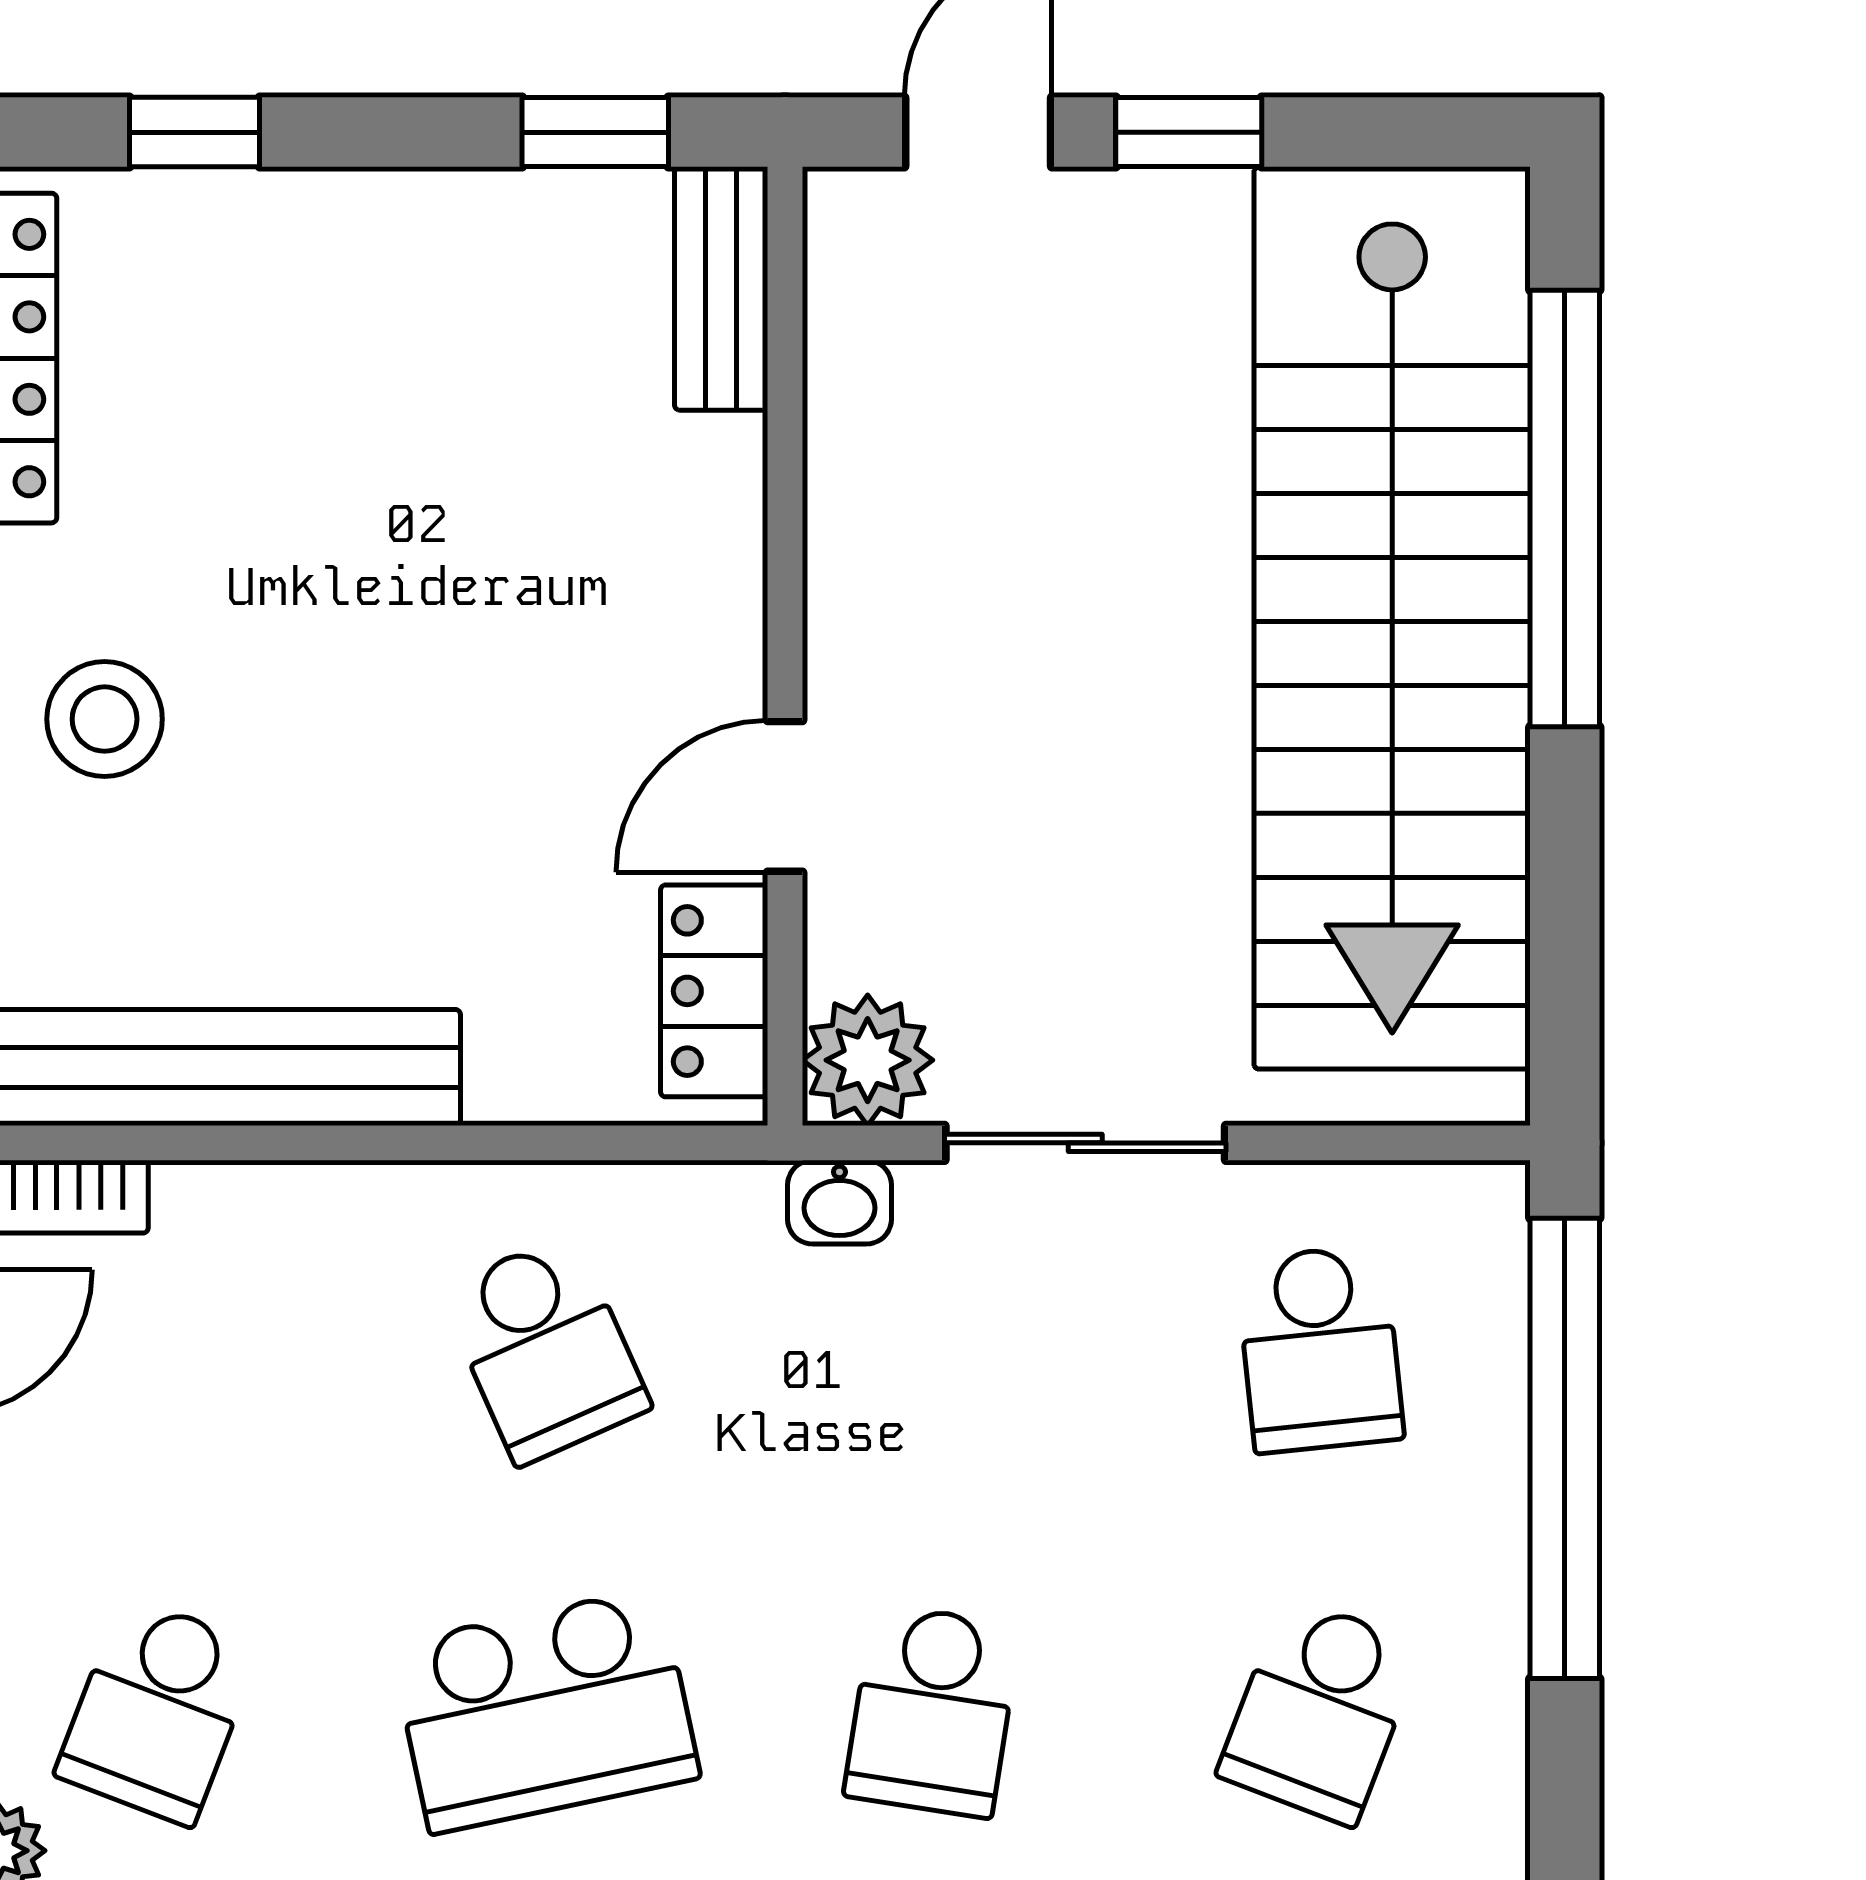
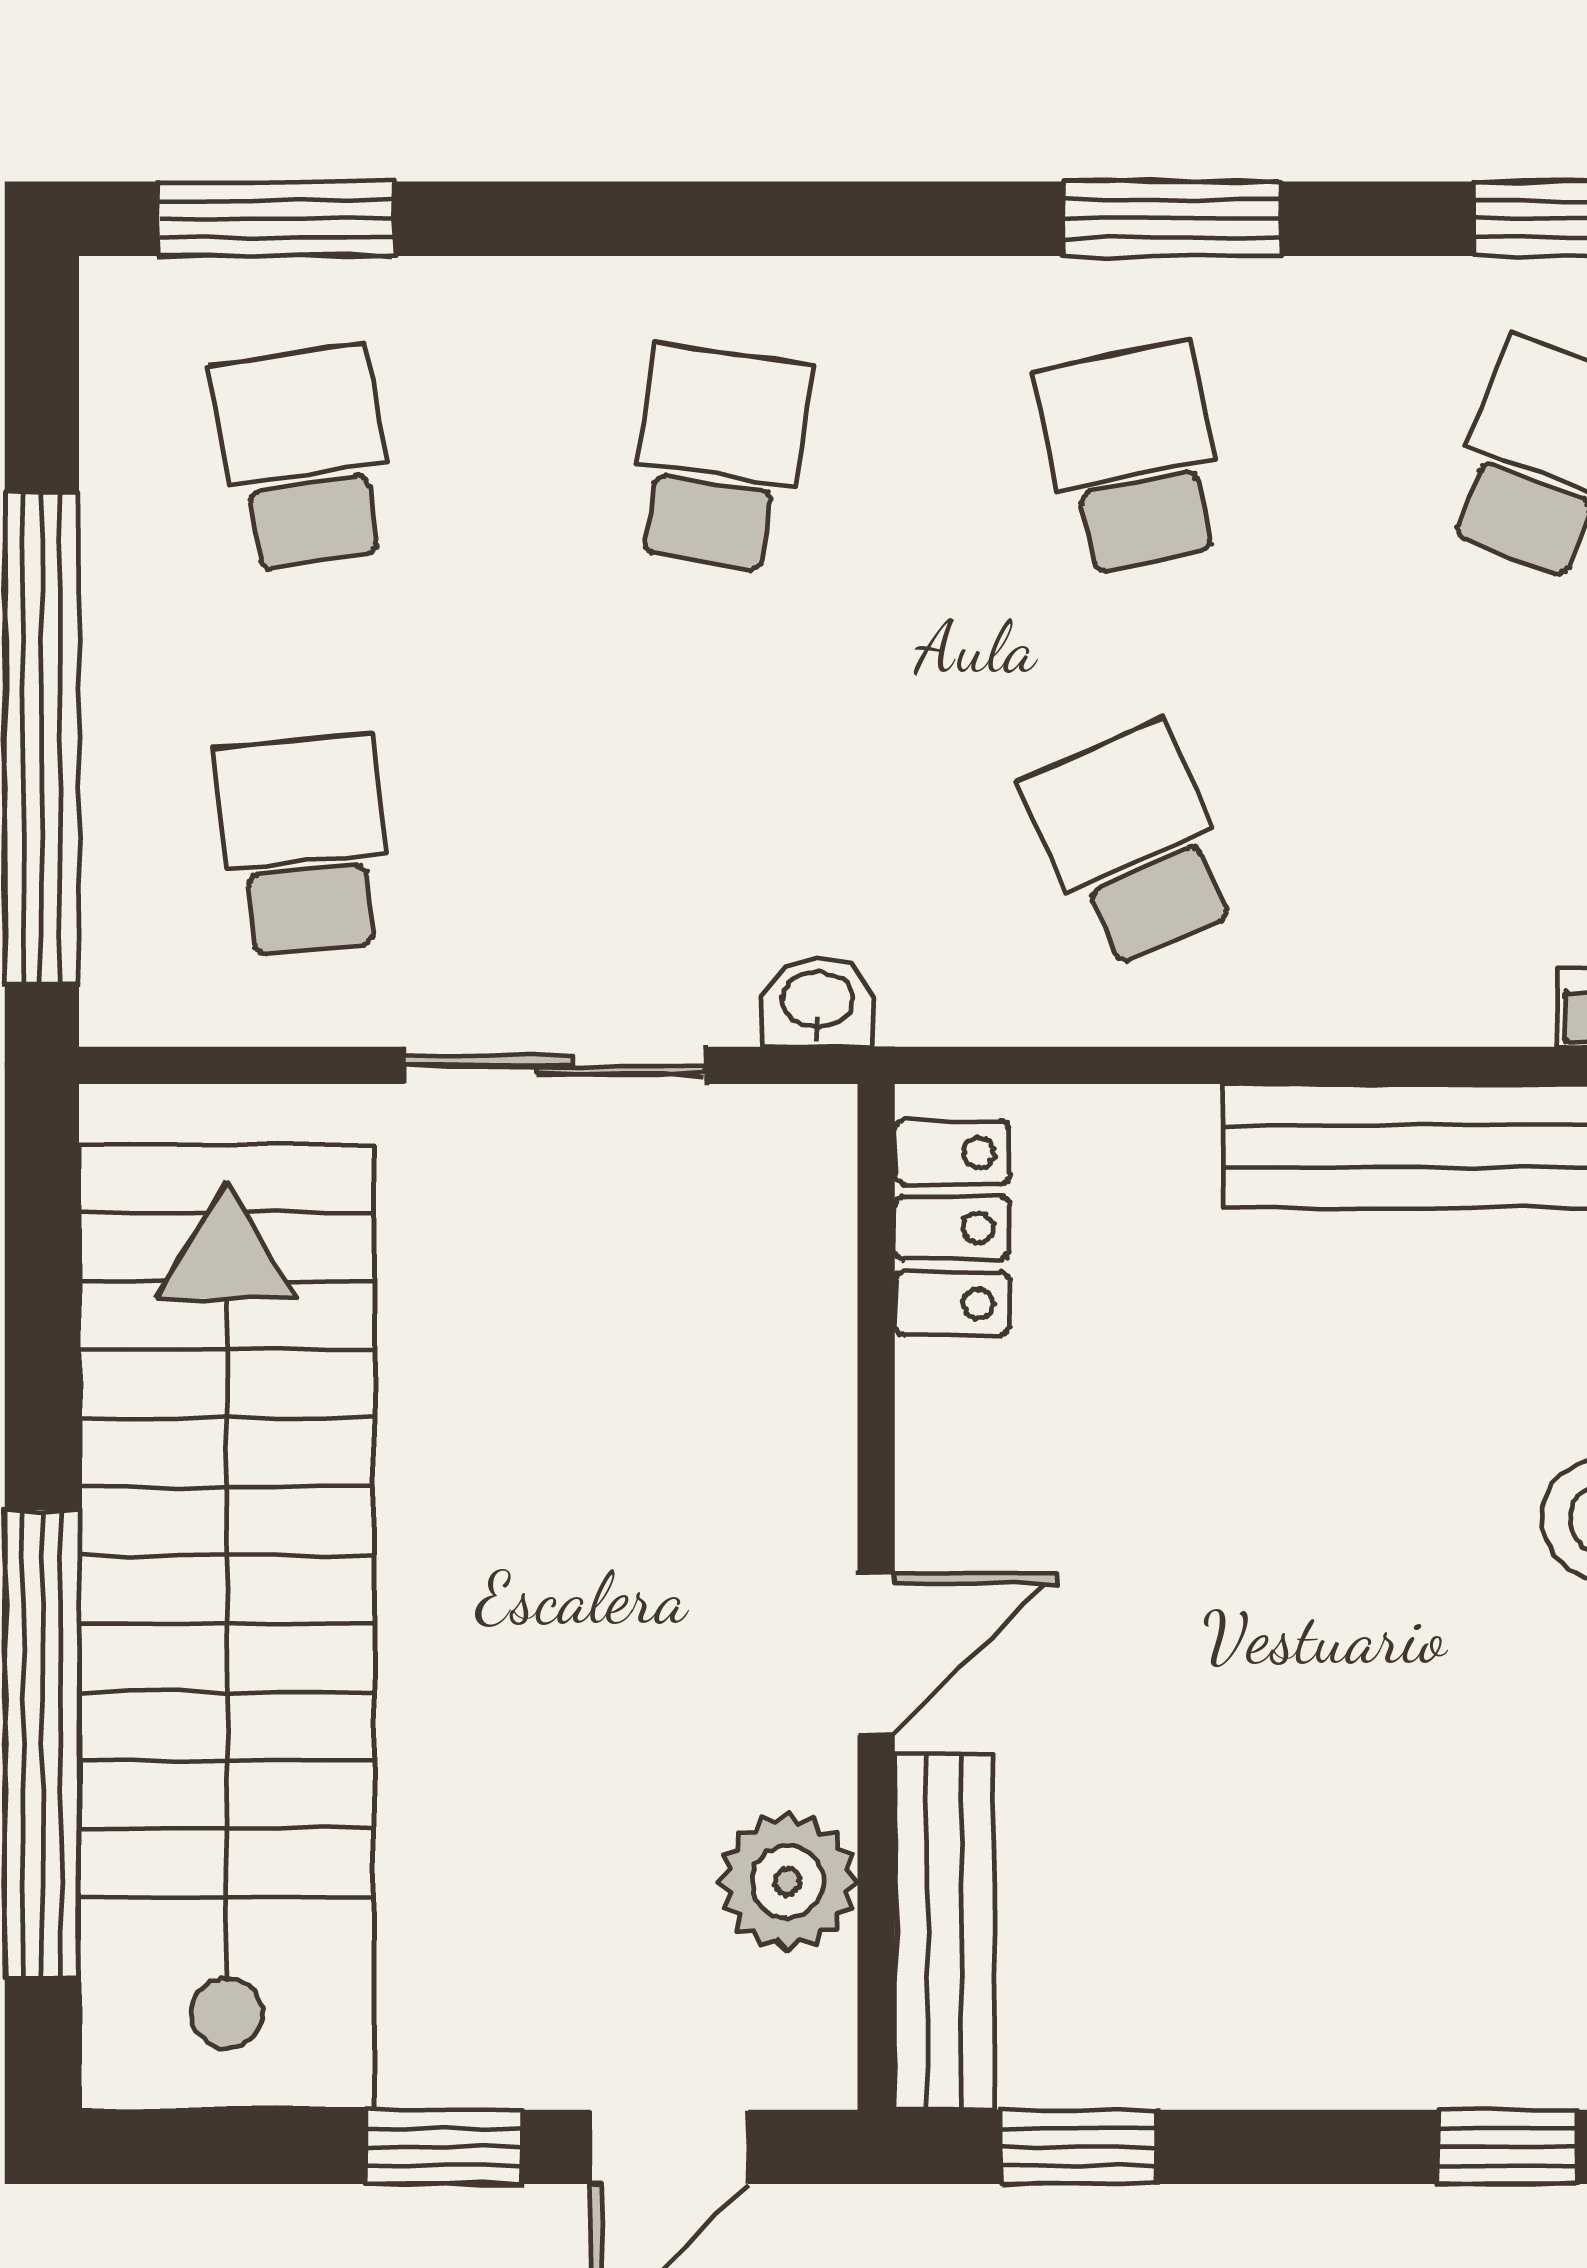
bench: (721, 288) -> (944, 1932), width x1.36
door: (785, 796) -> (876, 1654), moved
plant: (868, 1060) -> (788, 1881), moved
school desk: (545, 1711) -> (1133, 458), width x0.54
school desk: (1320, 1711) -> (304, 458), turned -30

